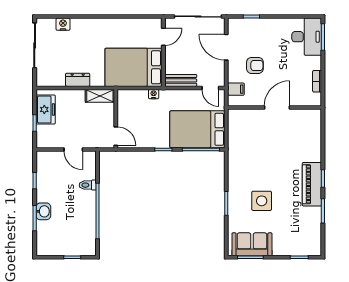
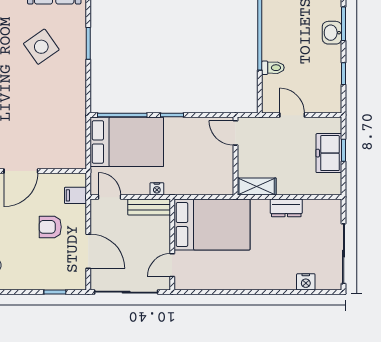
nightstand: (154, 94) -> (157, 189), moved
freezer: (46, 109) -> (329, 153), moved
side table: (262, 201) -> (41, 47), turned -35

